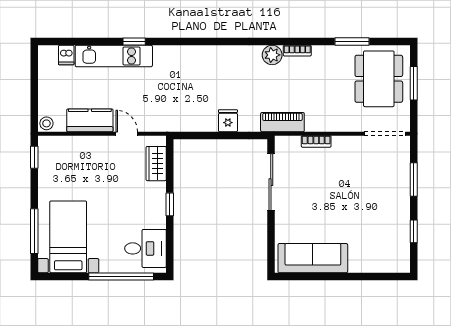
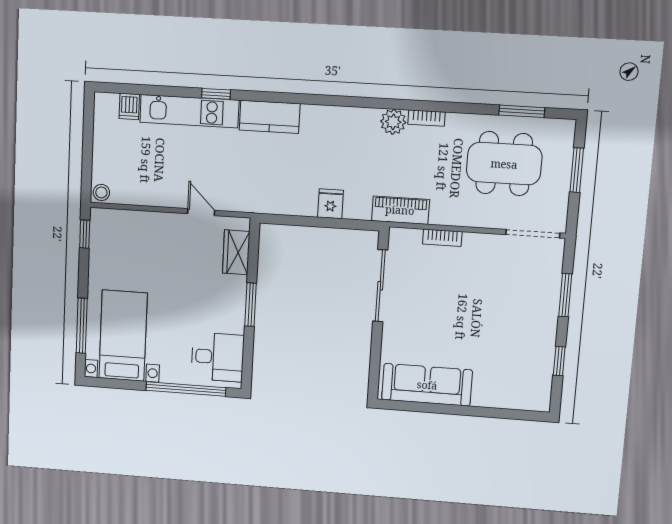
window: (352, 42) -> (522, 111), moved
dining table: (379, 79) -> (504, 164), moved, turned 90
kitchen counter: (90, 120) -> (270, 117), moved, turned 180
window: (170, 204) -> (251, 305), width x1.50

